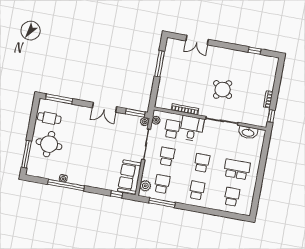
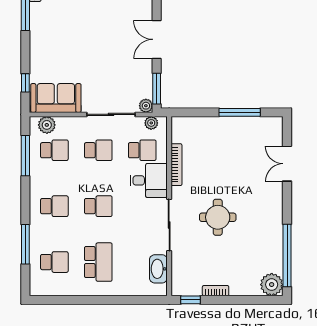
window: (254, 51) -> (287, 256), width x3.17
plant: (271, 64) -> (272, 285), added
round table: (223, 90) -> (218, 217), turned -35
window: (217, 213) -> (25, 244), added

